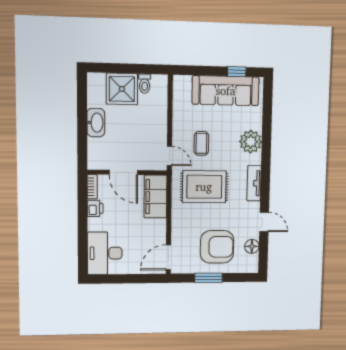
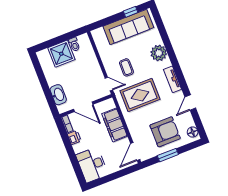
washbasin: (96, 123) -> (58, 95), moved
filing cabinet: (155, 197) -> (115, 125), moved
door: (264, 222) -> (190, 103), swing flipped
floor lamp: (252, 246) -> (193, 132), moved

